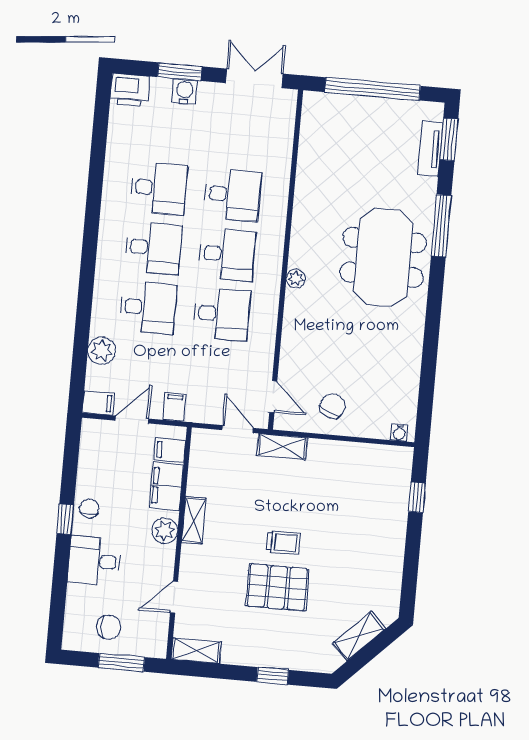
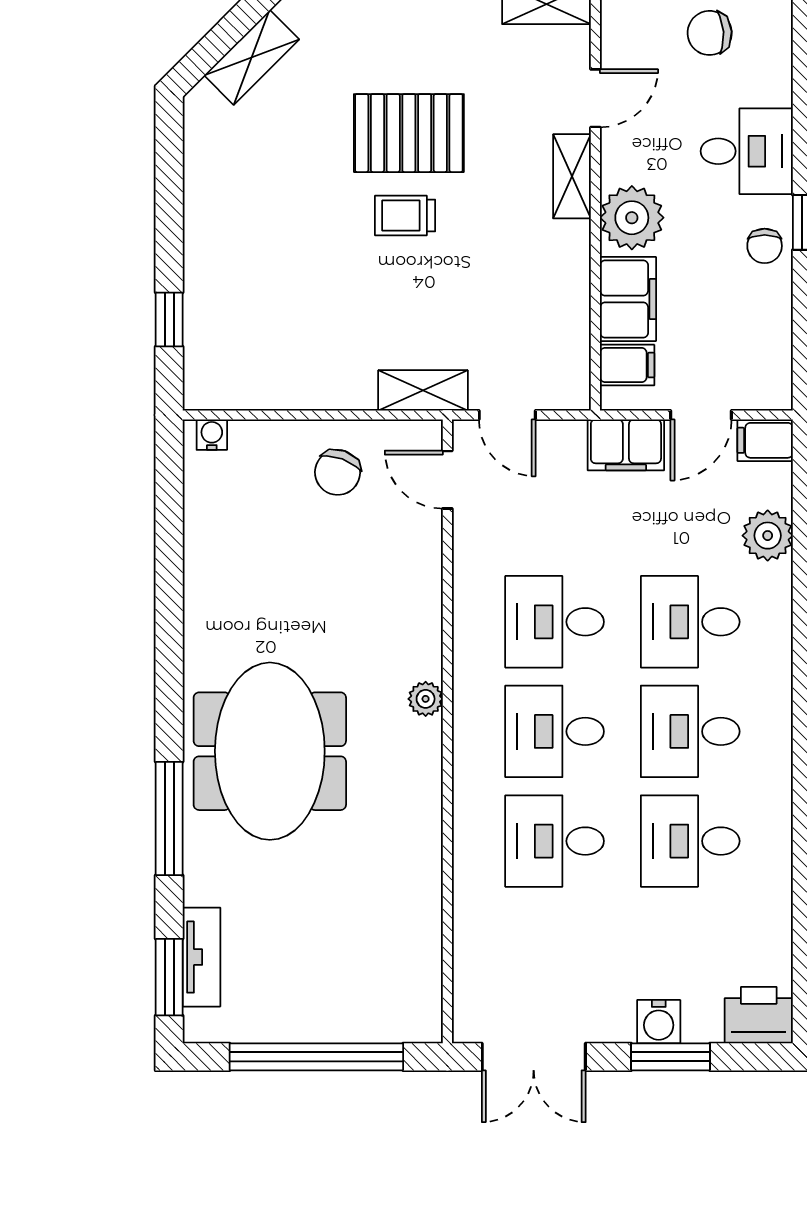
filing cabinet: (174, 407) -> (626, 445), width x2.00
shelving: (194, 520) -> (572, 176), moved
plant: (165, 531) -> (632, 218), width x1.36, depth x1.36

